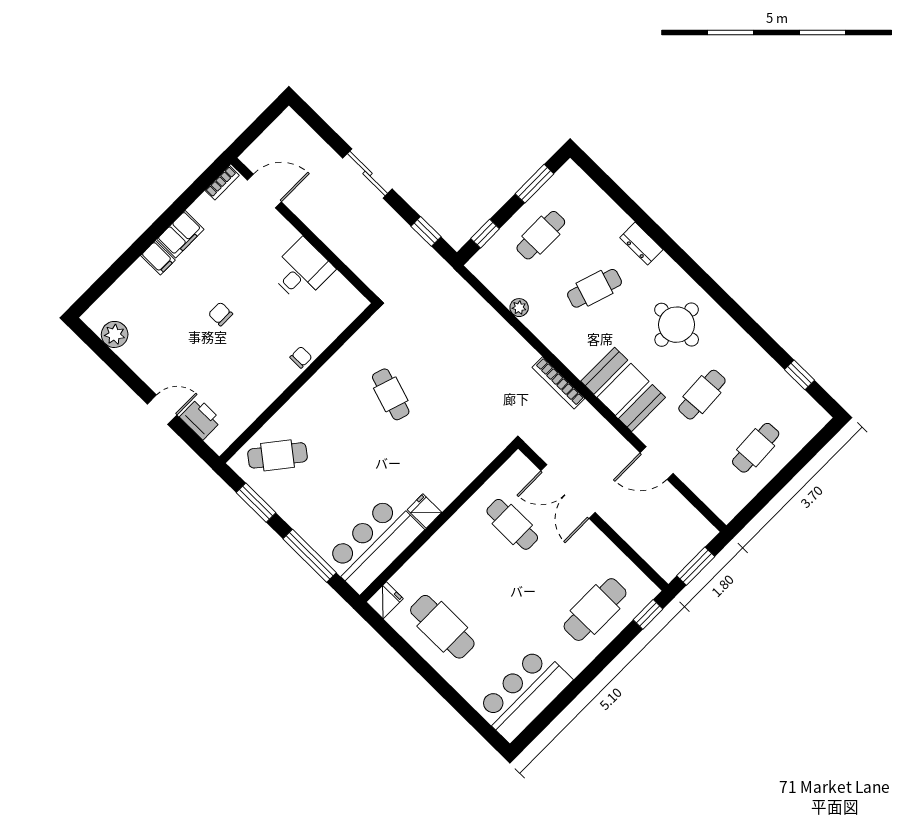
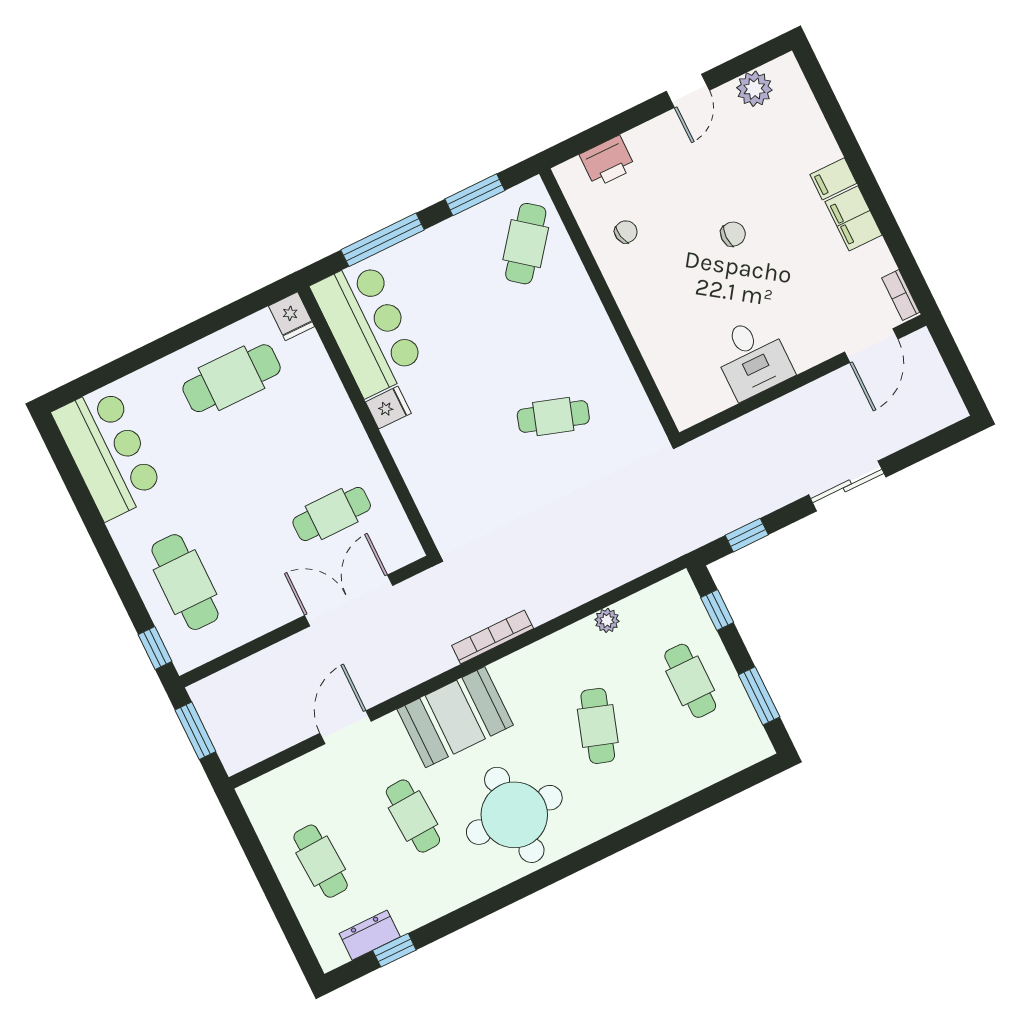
dresser: (641, 244) -> (370, 935), moved
round table: (677, 325) -> (514, 815), width x1.36, depth x1.36
chair: (301, 357) -> (626, 232), moved, turned -102
door: (162, 410) -> (688, 91), moved

